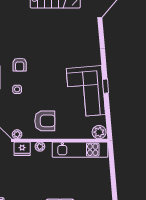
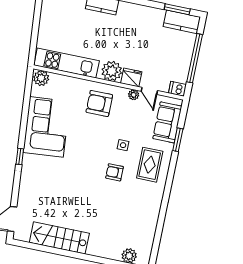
armchair: (20, 65) -> (114, 172), turned -90
window: (105, 86) -> (20, 156), moved
plant: (40, 147) -> (112, 71), width x1.88, depth x1.88

